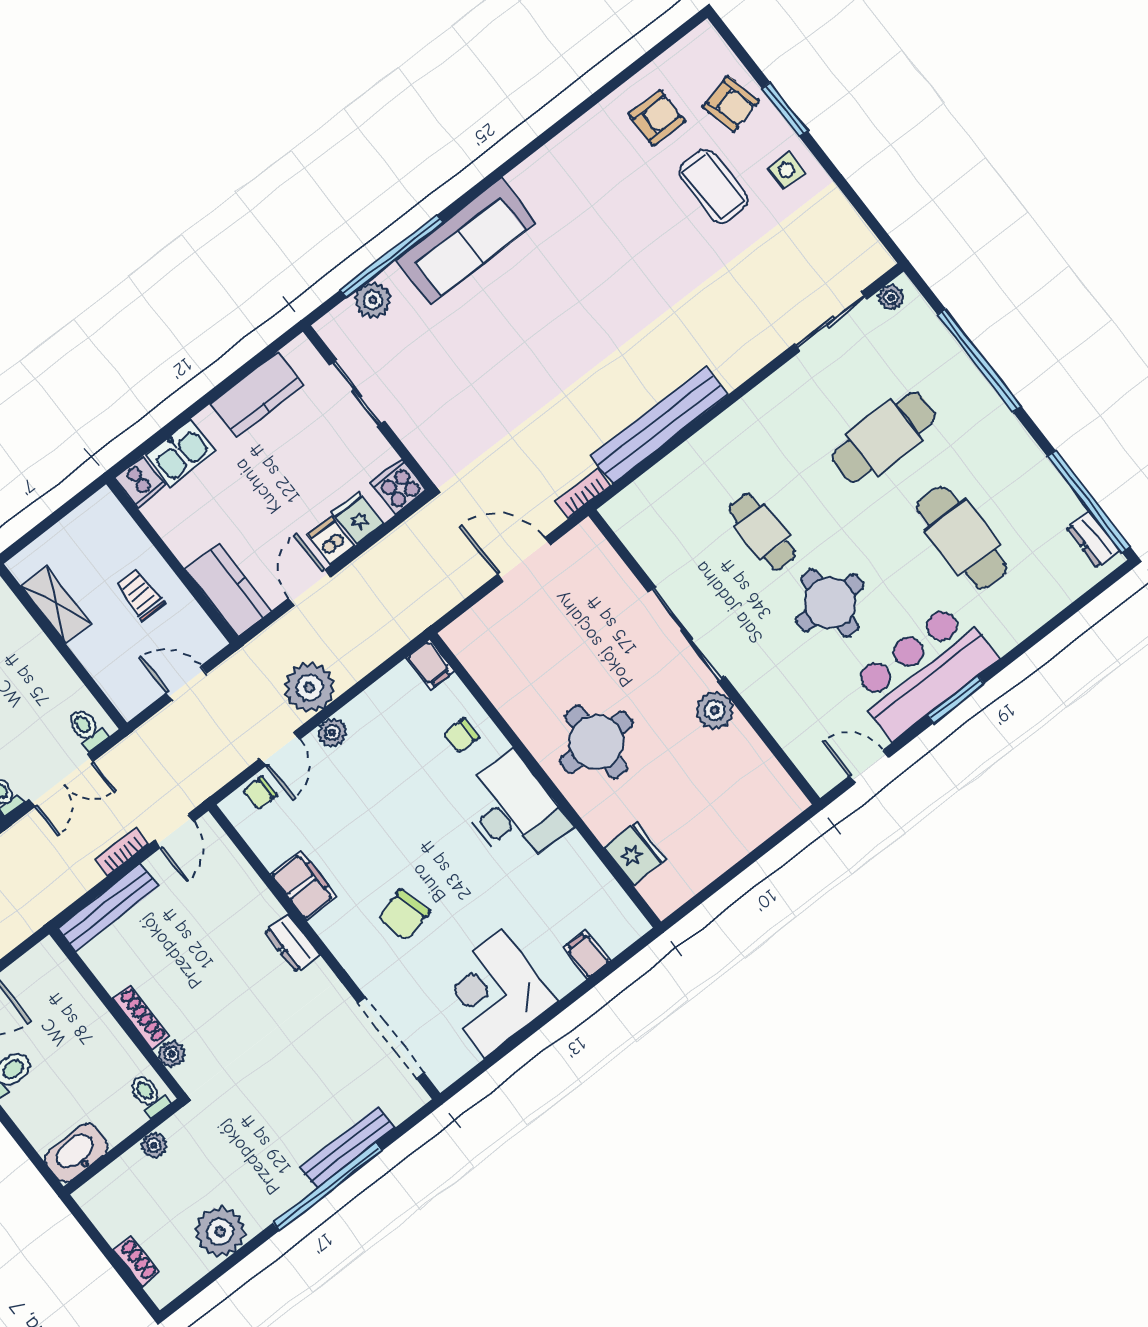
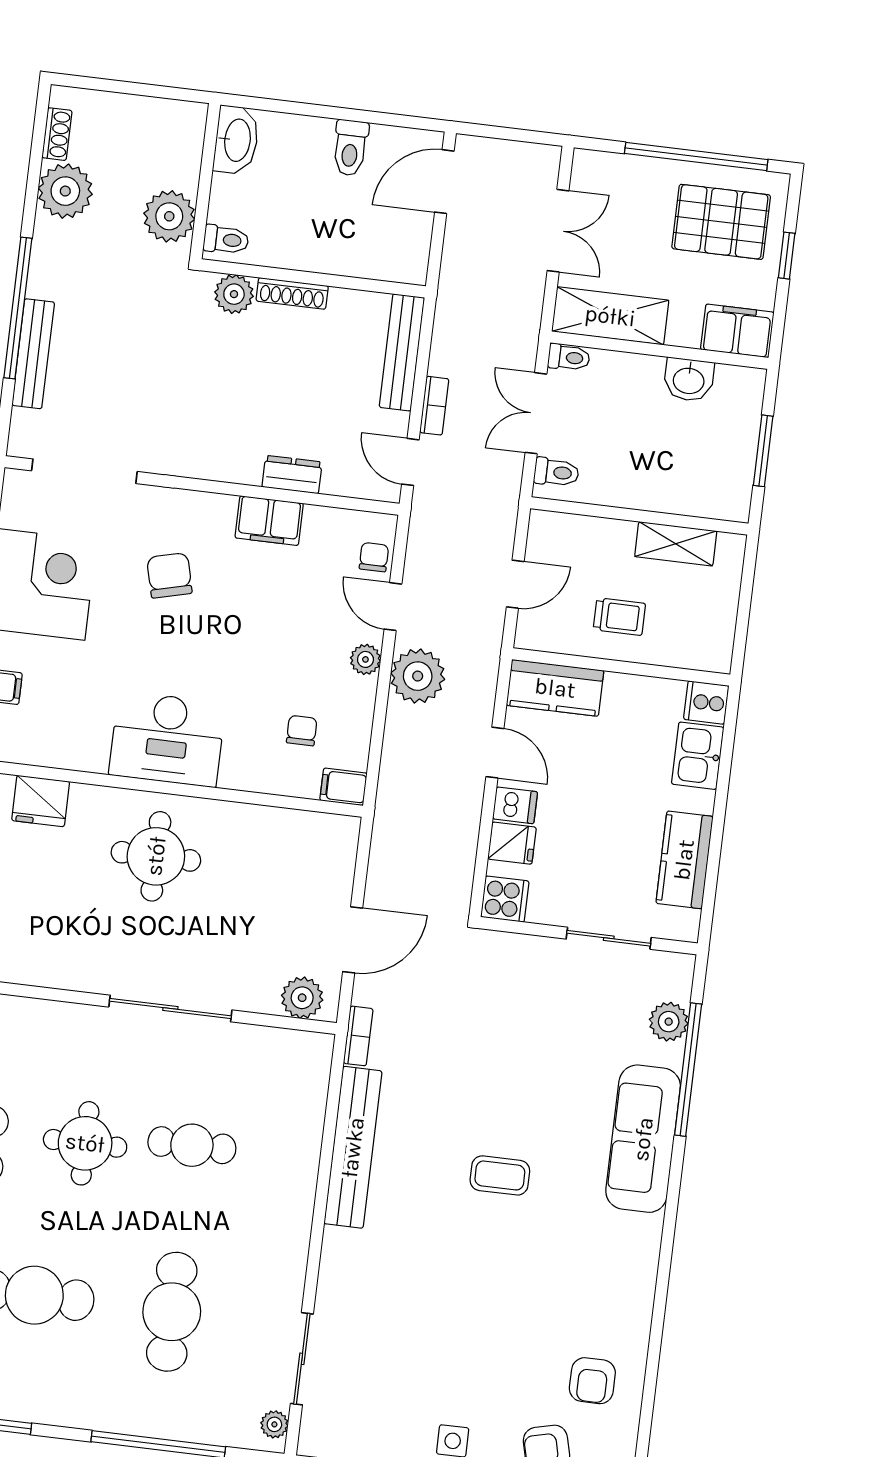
coffee table: (713, 186) -> (500, 1175), moved, width x0.73, depth x0.77
plant: (715, 710) -> (302, 998), moved
chair: (461, 736) -> (302, 731), moved
dresser: (292, 943) -> (292, 474), moved
plant: (172, 1054) -> (234, 294), width x1.38, depth x1.38
plant: (154, 1145) -> (169, 216), width x1.88, depth x1.88
shoe rack: (136, 1261) -> (57, 134), moved, turned -90

